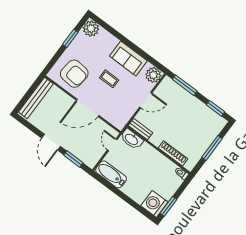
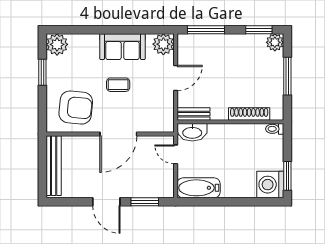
plant: (219, 123) -> (275, 42), added

